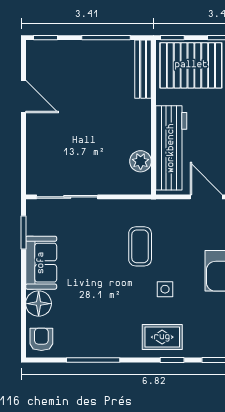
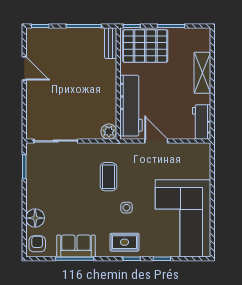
bench: (143, 69) -> (111, 43), width x0.73
plant: (141, 161) -> (109, 132), moved
sofa: (41, 263) -> (76, 246), moved, turned -90

